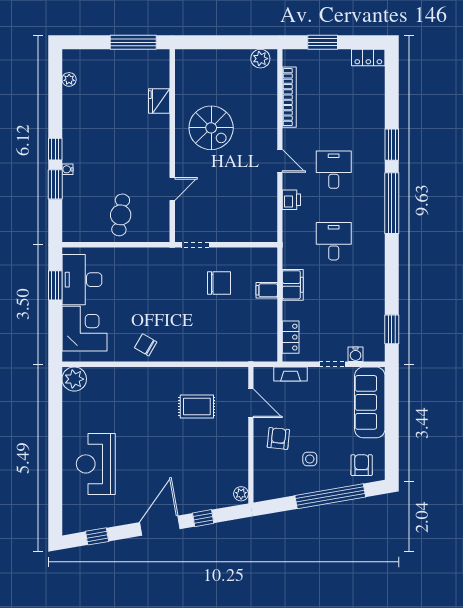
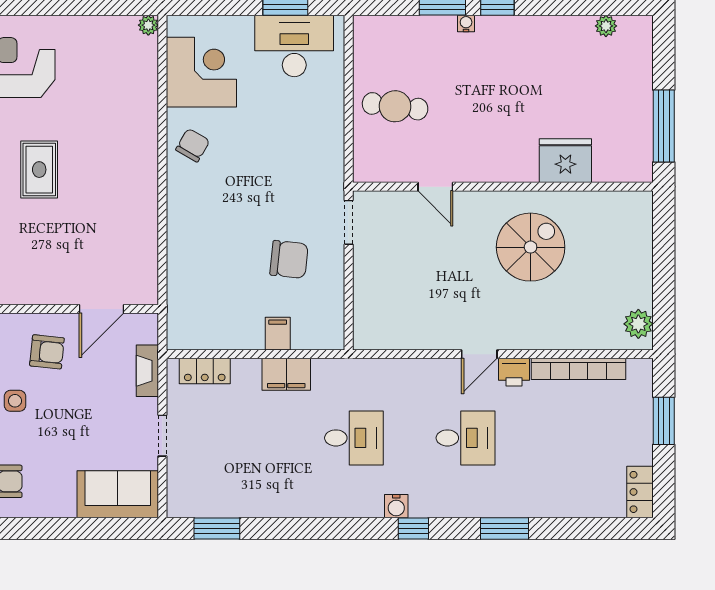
fridge: (159, 101) -> (565, 161), width x1.36, depth x1.34
spiral stairs: (211, 128) -> (531, 247), turned 180
printer: (291, 200) -> (514, 372), moved
window: (392, 203) -> (413, 528), width x0.32
chair: (219, 283) -> (289, 259), turned -84
corner desk: (85, 329) -> (201, 72), moved, turned -90
water cooler: (356, 354) -> (396, 506), moved, turned -90
plant: (74, 379) -> (148, 25), width x0.53, depth x0.53
sofa: (370, 402) -> (118, 494), width x0.73
rug: (197, 407) -> (39, 170), moved

